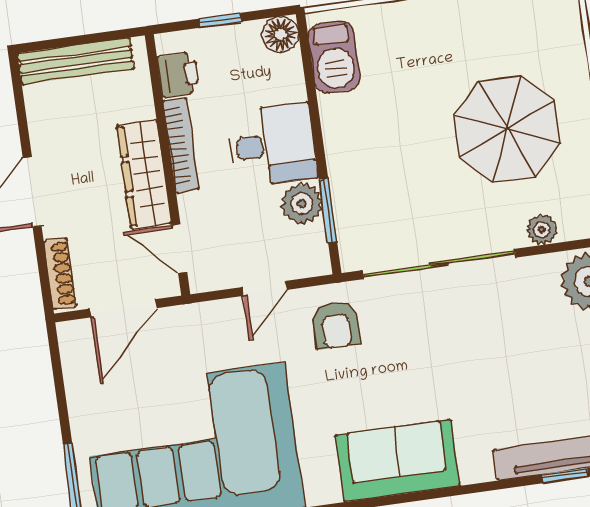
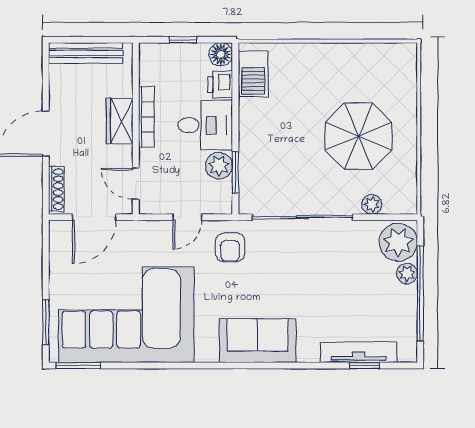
printer: (178, 75) -> (220, 84), moved, turned 180
wardrobe: (144, 174) -> (120, 121), width x0.67

